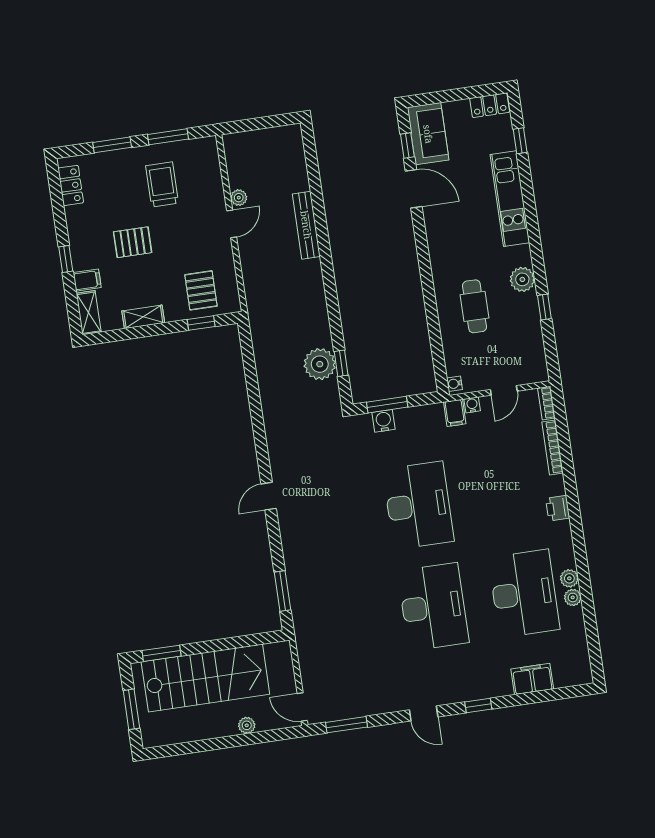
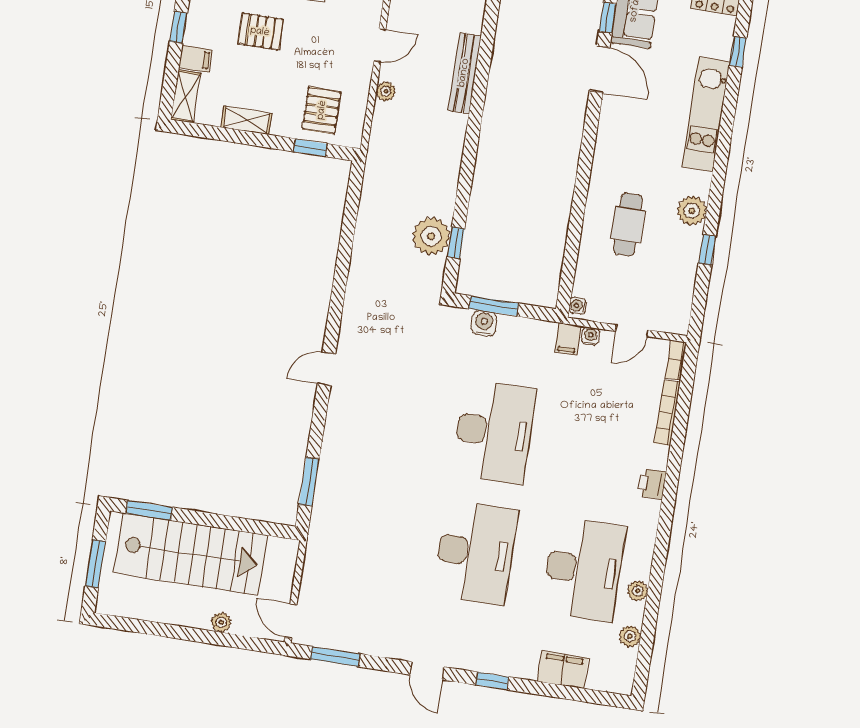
plant: (239, 198) -> (386, 91), moved
plant: (569, 578) -> (630, 636), moved

